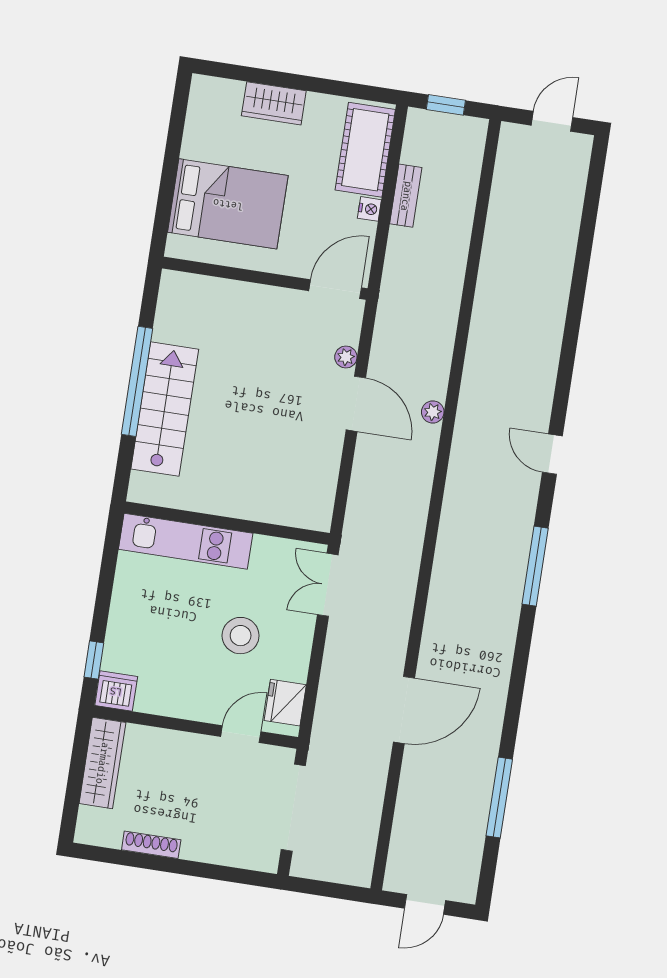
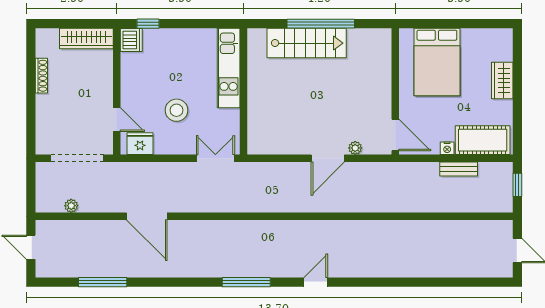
plant: (433, 412) -> (71, 206), moved

